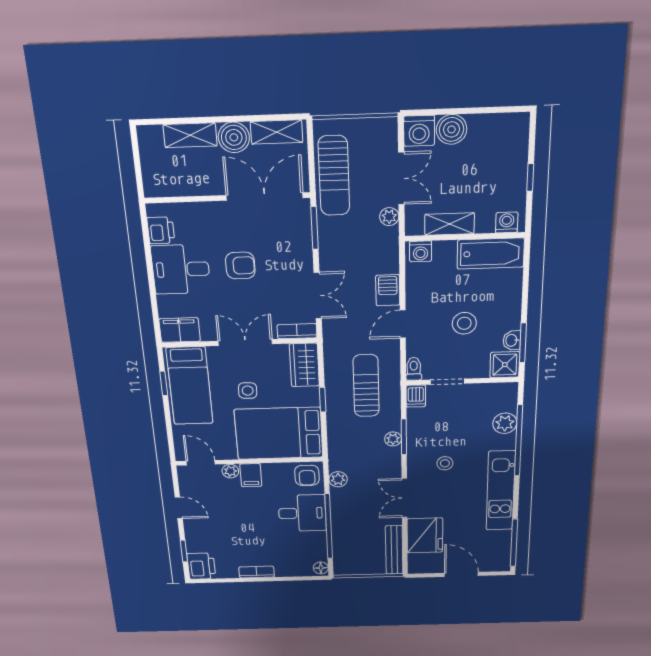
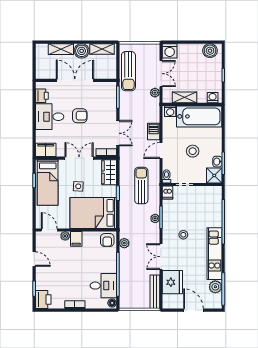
boiler: (452, 129) -> (210, 51), moved
double door: (265, 197) -> (75, 80), moved
bathtub: (491, 254) -> (199, 116), width x1.36, depth x1.36
plant: (505, 423) -> (215, 287), moved
desk: (302, 513) -> (103, 286), moved

